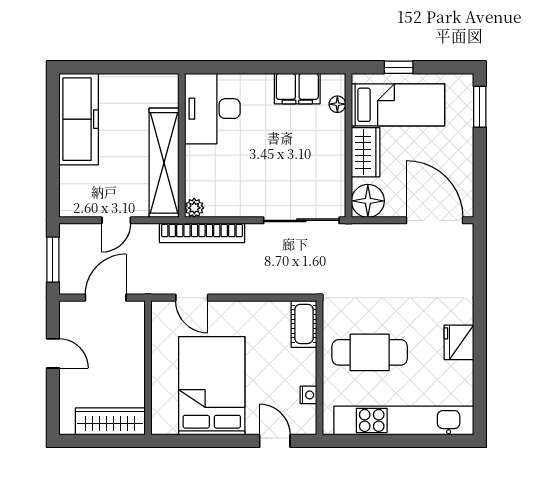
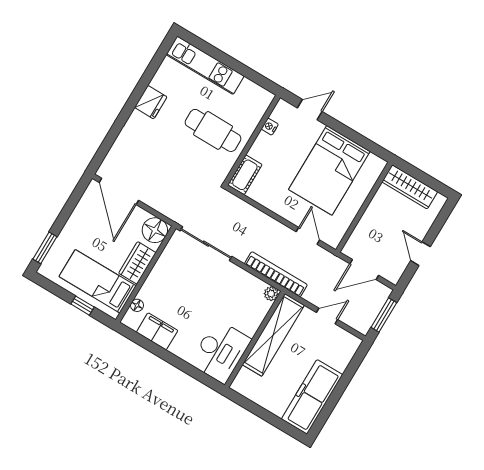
kitchen unit: (404, 420) -> (205, 65), width x0.73
door: (275, 441) -> (310, 110), swing flipped

